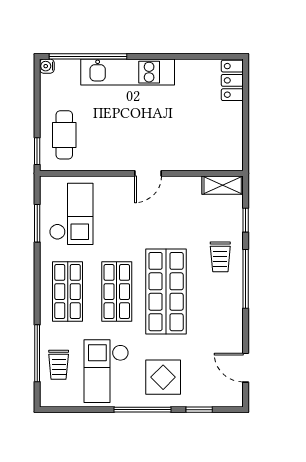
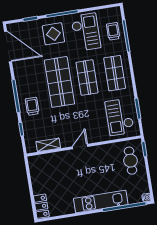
shelving: (223, 185) -> (48, 145), moved
door: (246, 368) -> (8, 47), width x1.87

